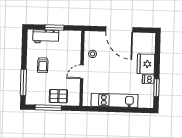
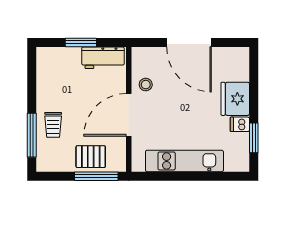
workbench: (46, 37) -> (103, 58), moved
trolley: (43, 65) -> (53, 125), moved
door: (82, 72) -> (129, 115), width x1.87
window: (48, 108) -> (96, 176), moved

